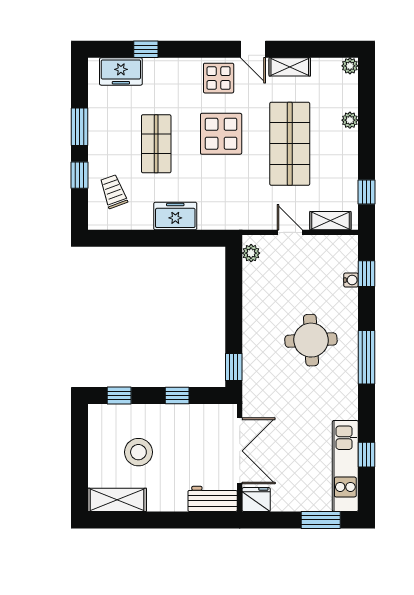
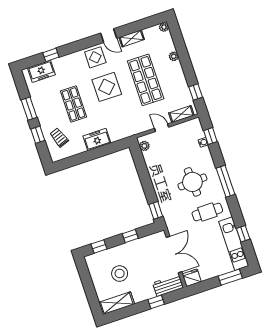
cafe table: (319, 399) -> (207, 212), added
window: (183, 520) -> (156, 302), added

